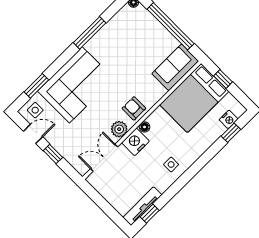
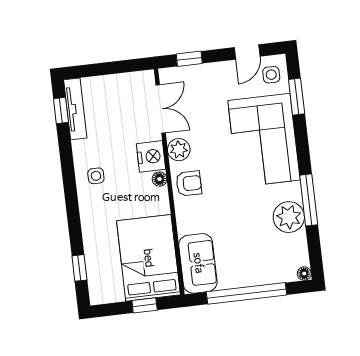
plant: (108, 36) -> (289, 217), added
nightstand: (229, 119) -> (96, 277), removed
window: (53, 154) -> (189, 59), moved

